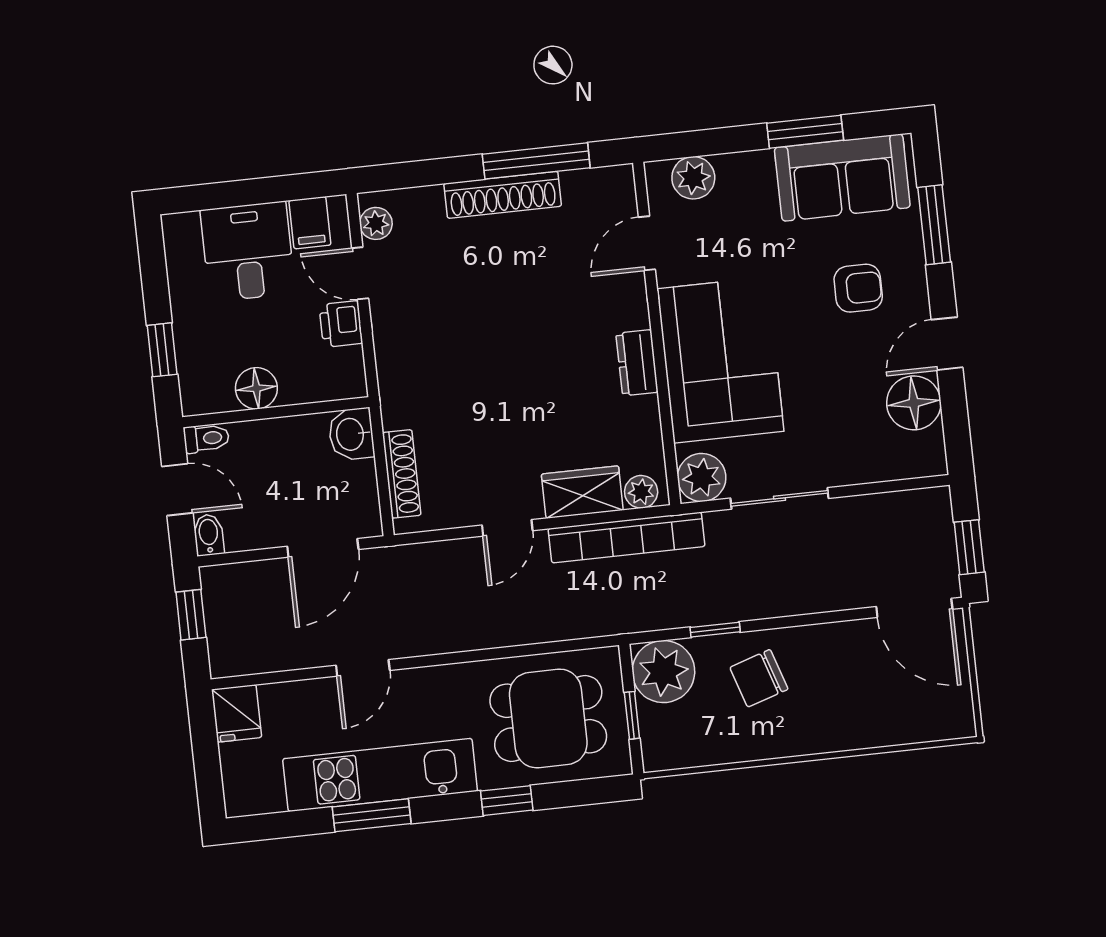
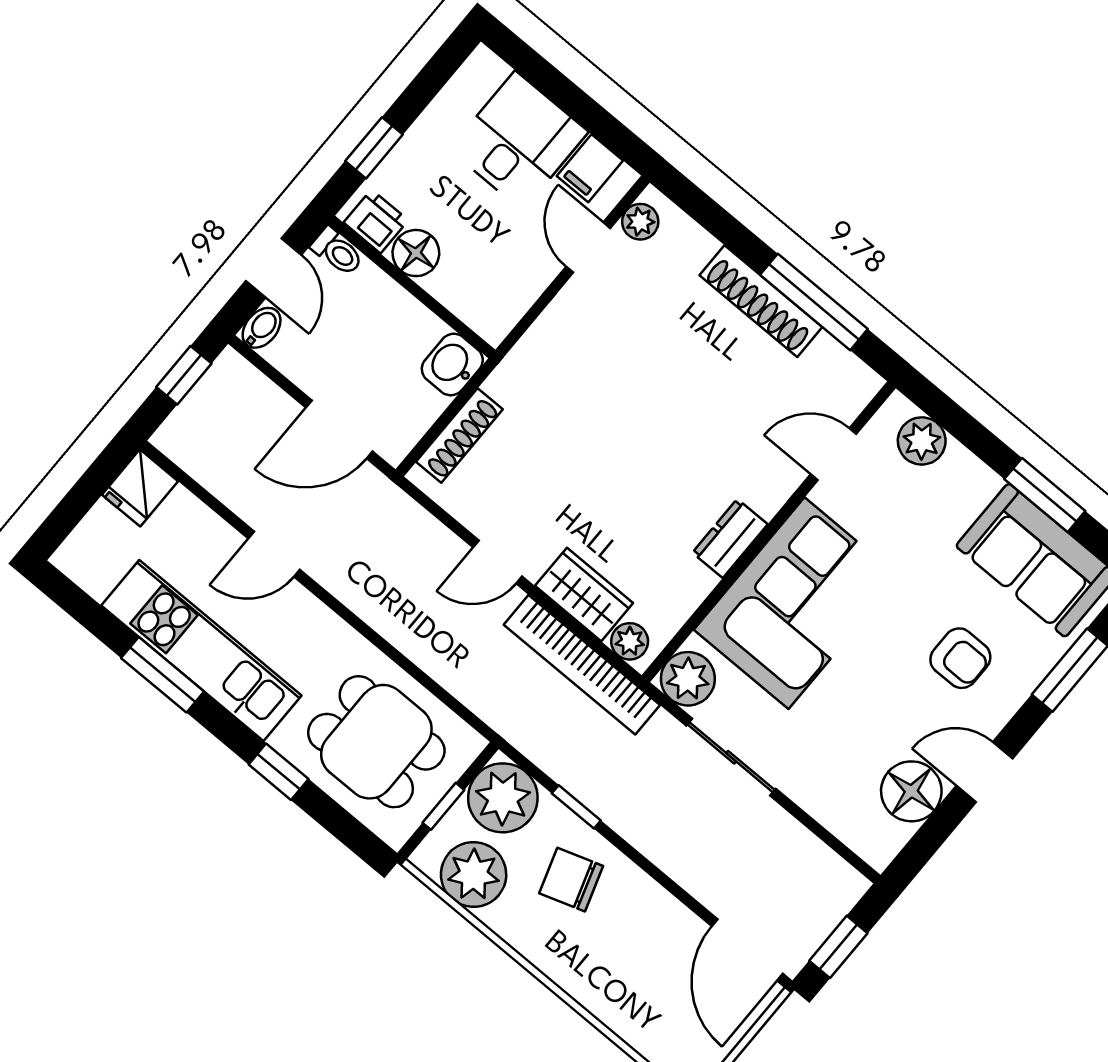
printer: (341, 324) -> (376, 221), moved, turned 90
plant: (695, 738) -> (474, 874), added

